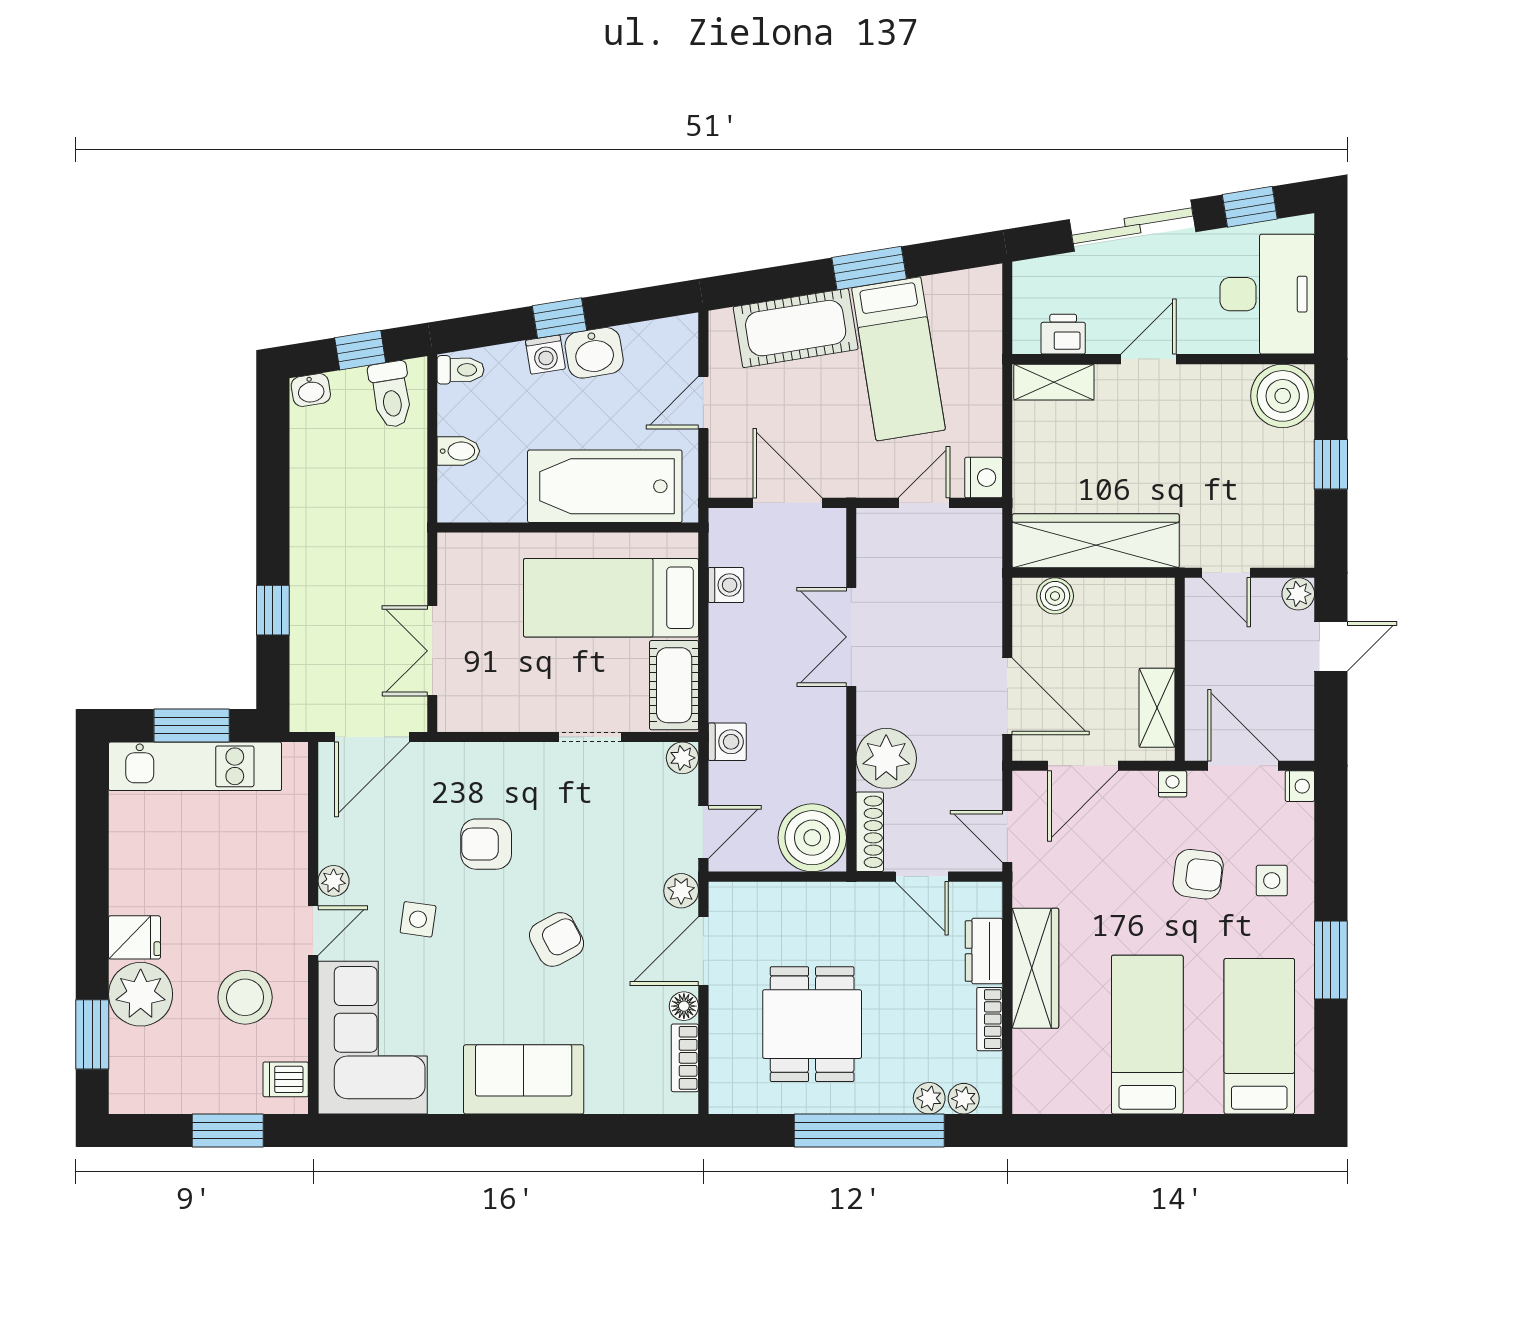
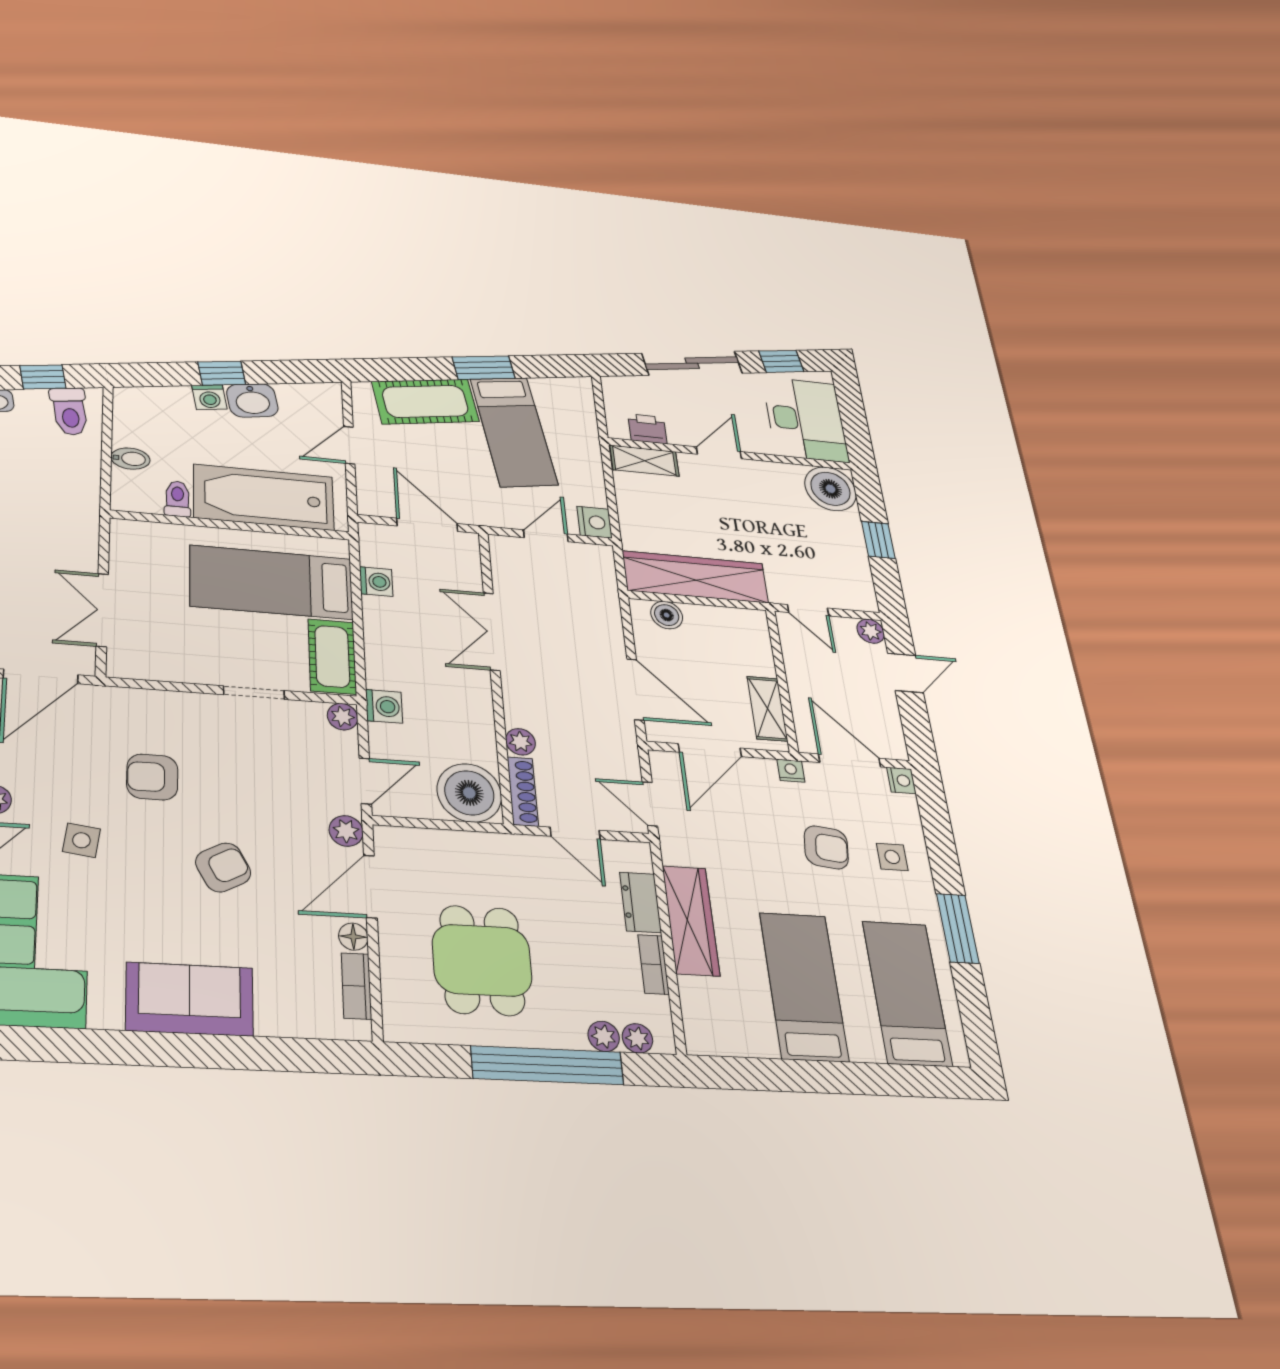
toilet: (461, 370) -> (178, 499), moved, turned -90
plant: (886, 758) -> (520, 742), width x0.53, depth x0.53

